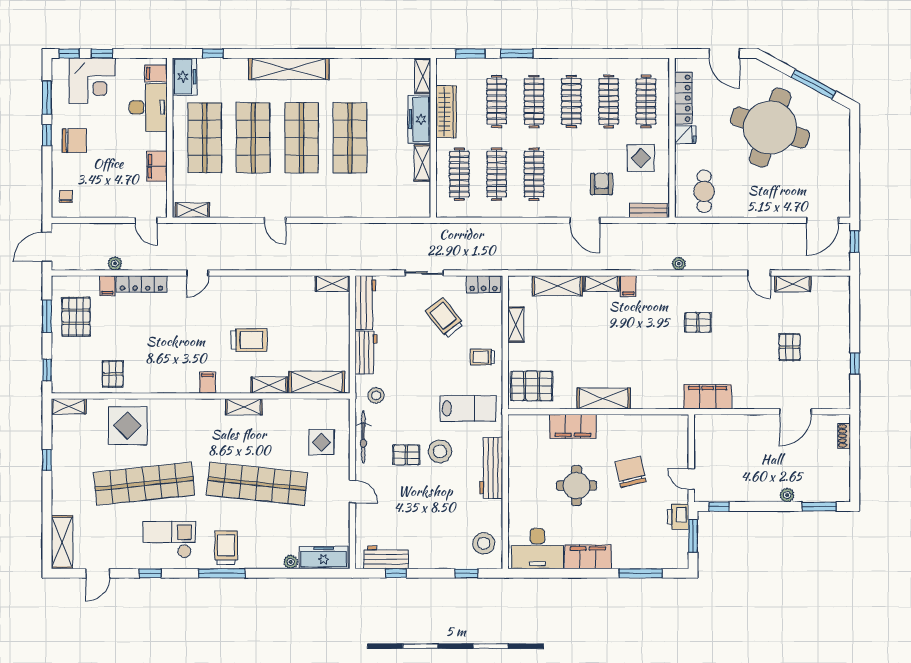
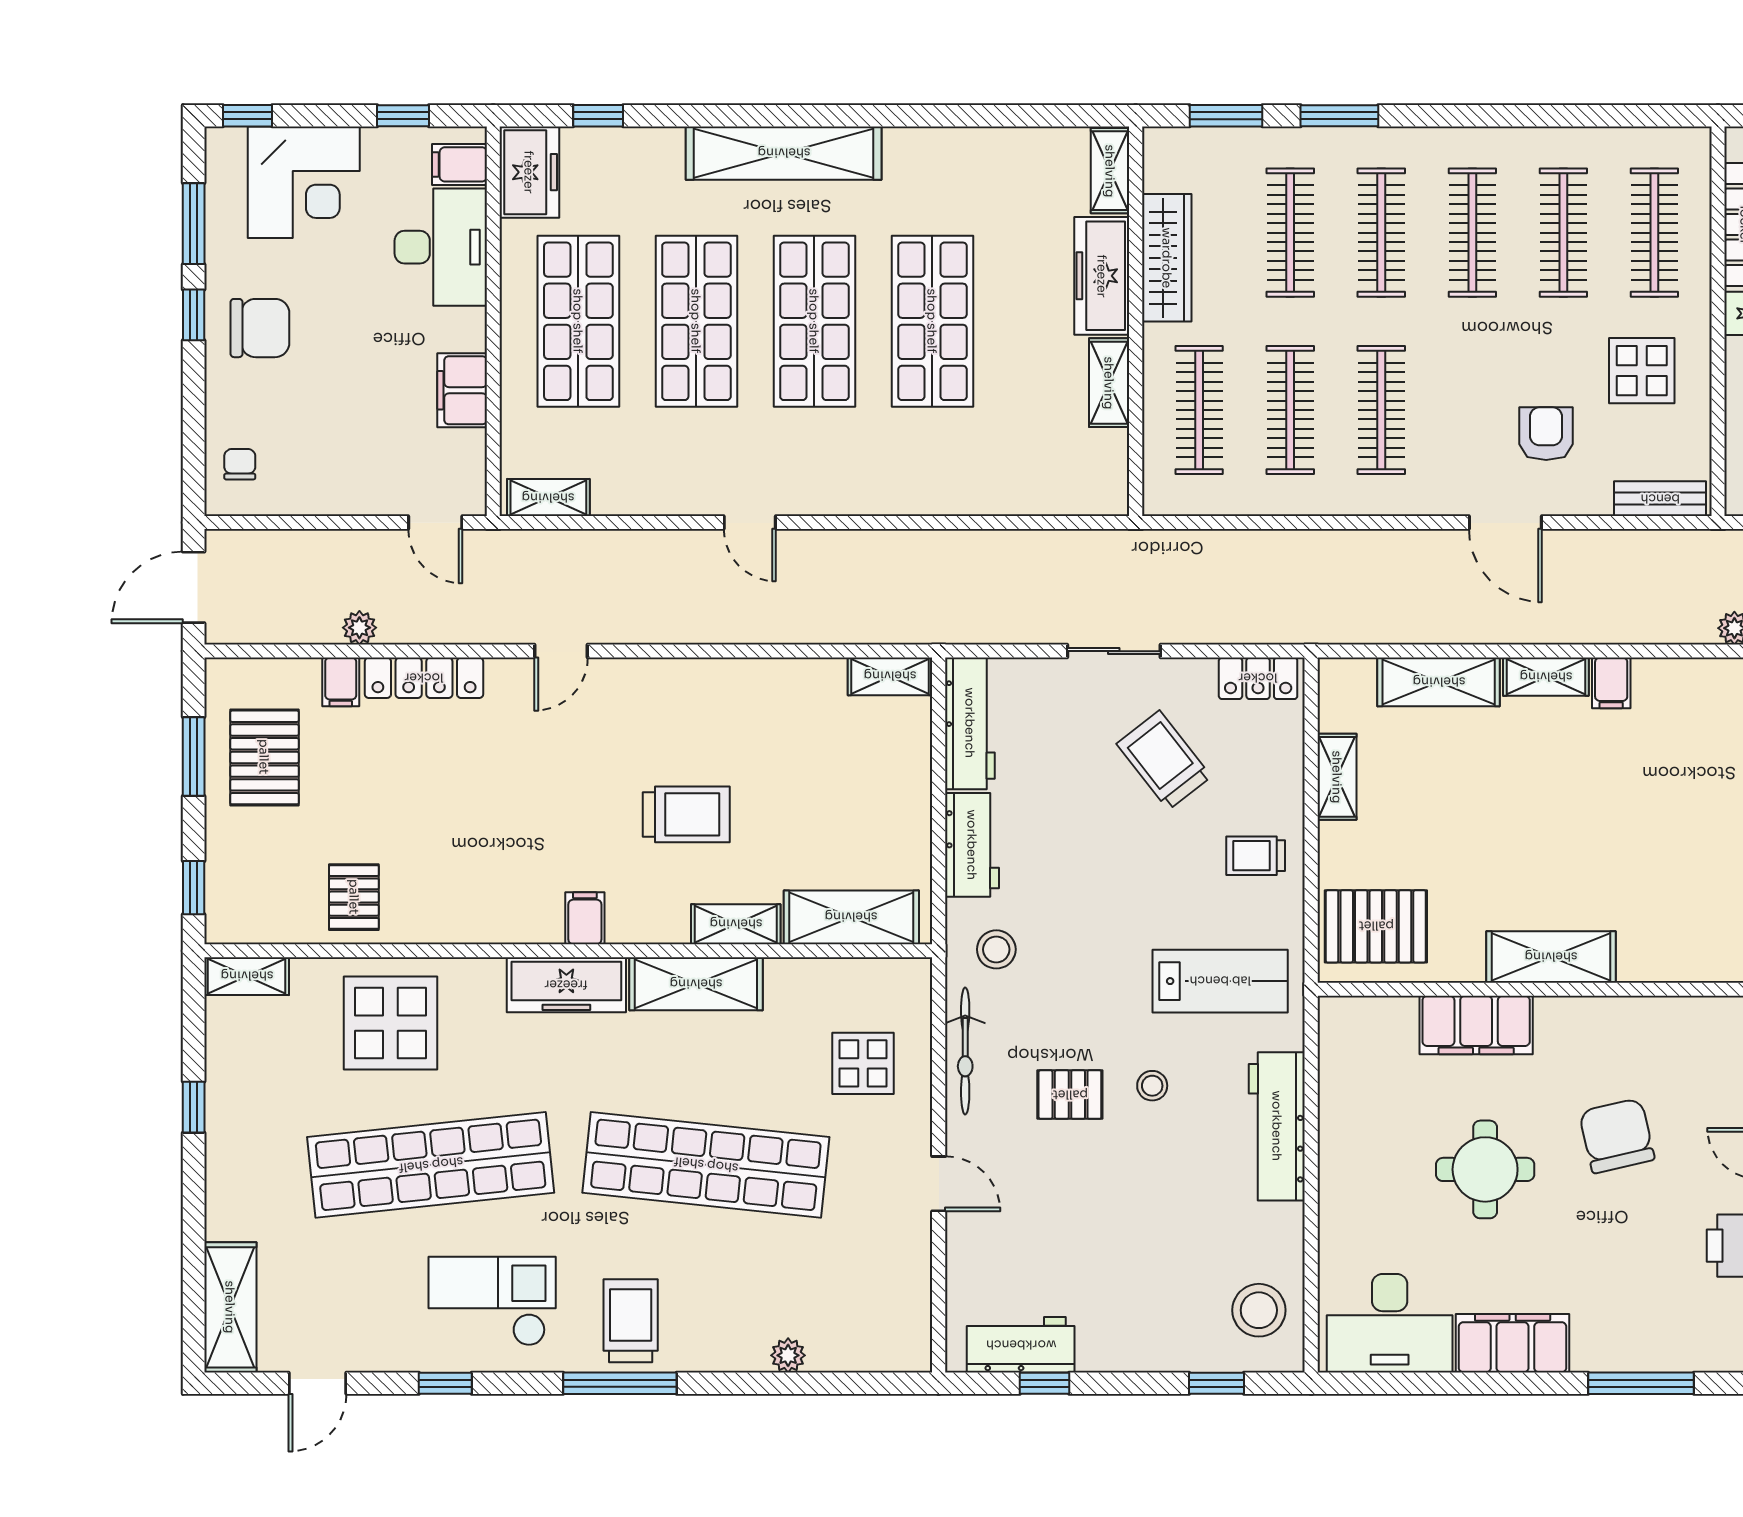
window: (102, 54) -> (403, 116), moved
shelving: (244, 407) -> (696, 984), width x1.50, depth x1.33
stool: (440, 451) -> (1152, 1086), width x0.53, depth x0.53
freezer: (324, 558) -> (566, 985), moved, turned 180

